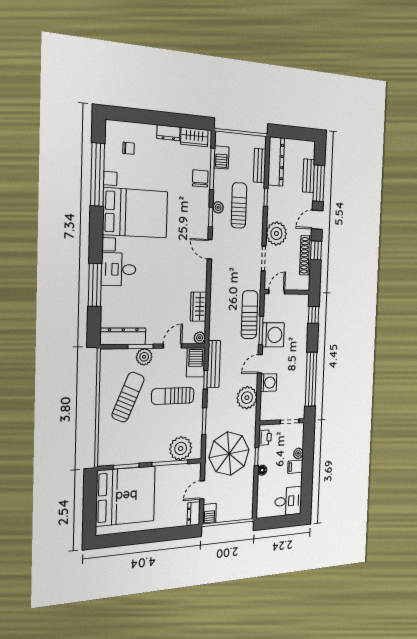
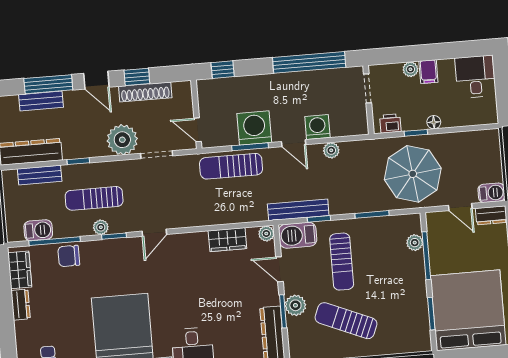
plant: (247, 398) -> (331, 150), width x0.53, depth x0.53
plant: (181, 448) -> (415, 243), width x0.53, depth x0.53

